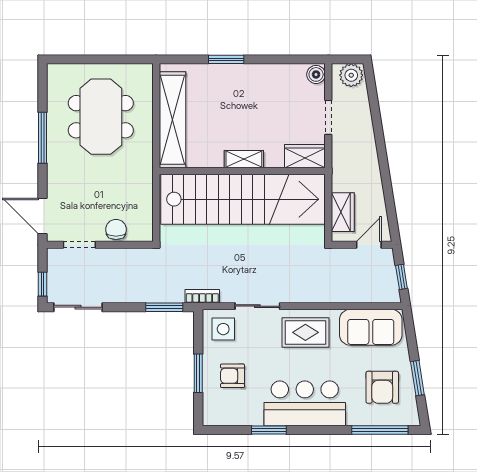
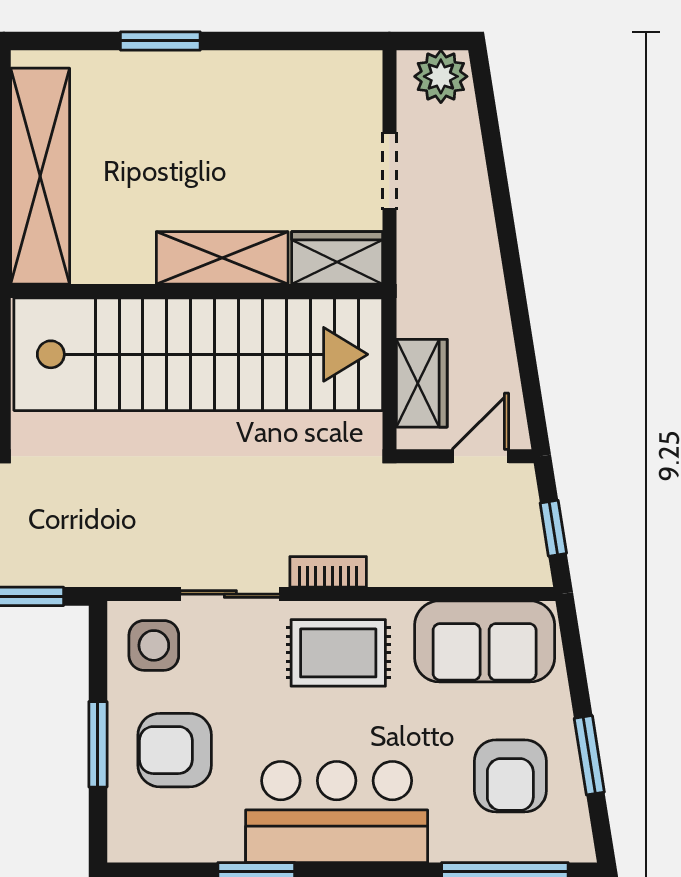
boiler: (316, 74) -> (362, 75), removed
shelving: (244, 159) -> (222, 258), width x1.50, depth x1.33
bookcase: (202, 296) -> (328, 572), moved
armchair: (232, 376) -> (175, 750), width x1.38, depth x1.38

